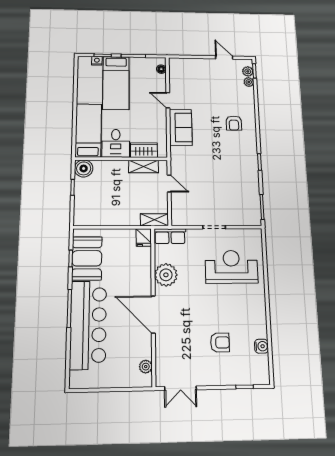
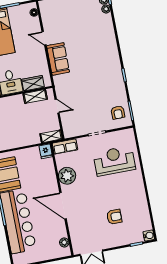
armchair: (234, 123) -> (118, 112), moved
water cooler: (262, 346) -> (149, 236), moved

